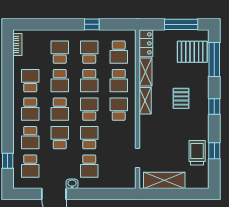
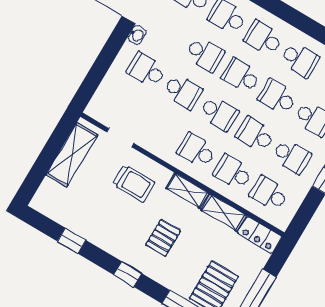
pallet: (181, 98) -> (163, 238), turned 90
school desk: (119, 109) -> (197, 151), turned 180
trolley: (197, 153) -> (134, 183), moved

